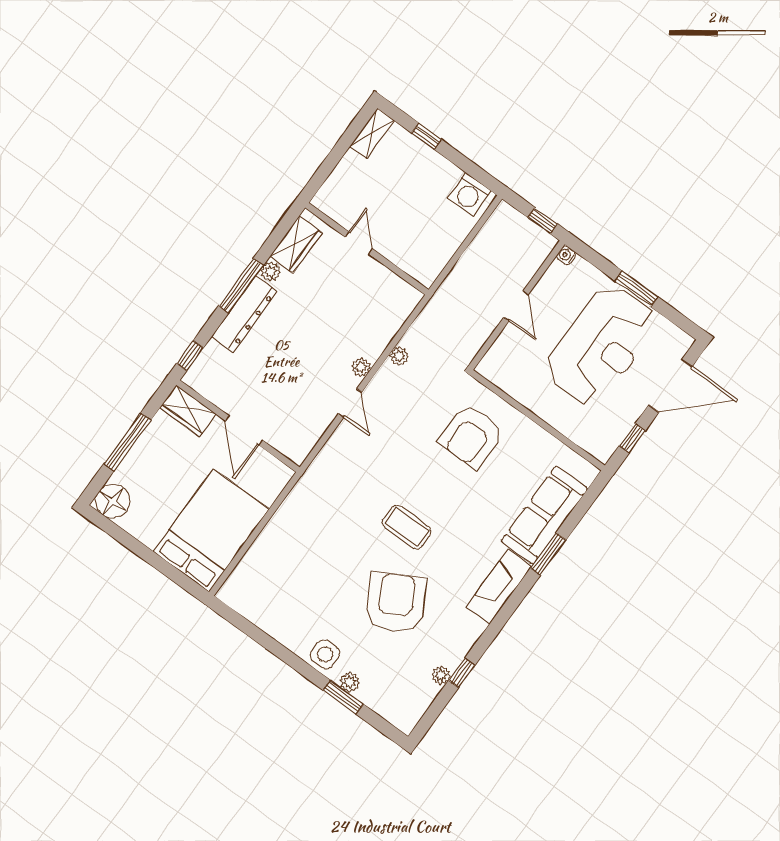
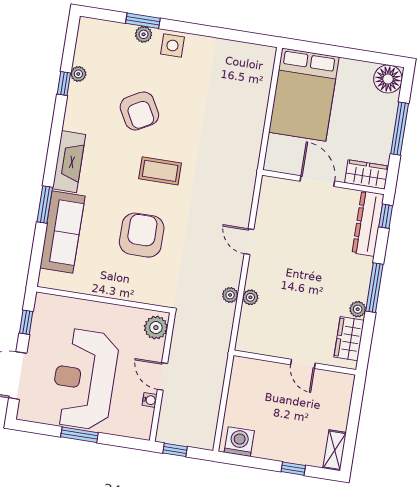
water cooler: (566, 255) -> (150, 400), moved
dresser: (245, 314) -> (368, 224), moved
plant: (496, 362) -> (156, 328), added
plant: (361, 367) -> (250, 297), moved
armchair: (471, 436) -> (142, 235), moved
armchair: (396, 602) -> (139, 111), width x0.73, depth x0.73

